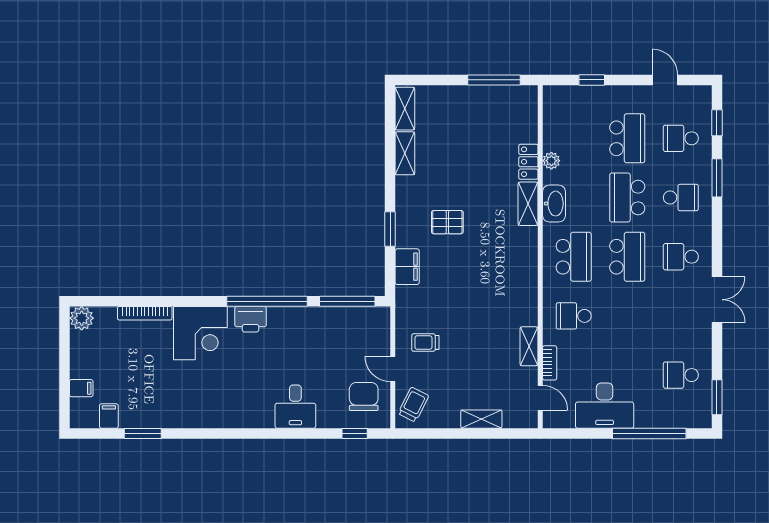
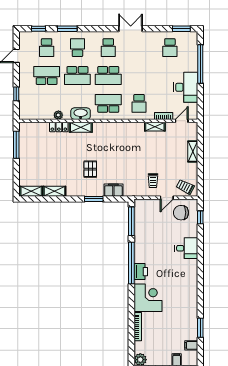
school desk: (627, 257) -> (108, 75), turned 180

